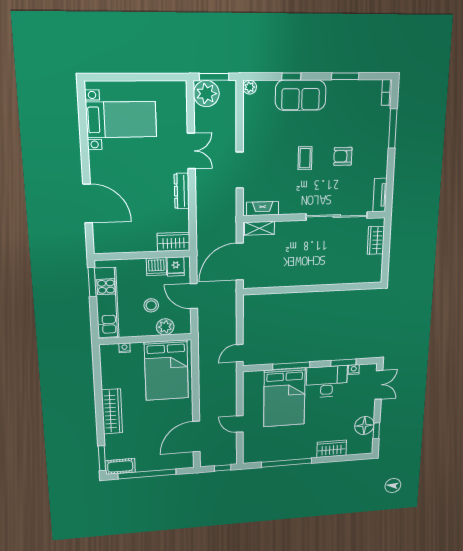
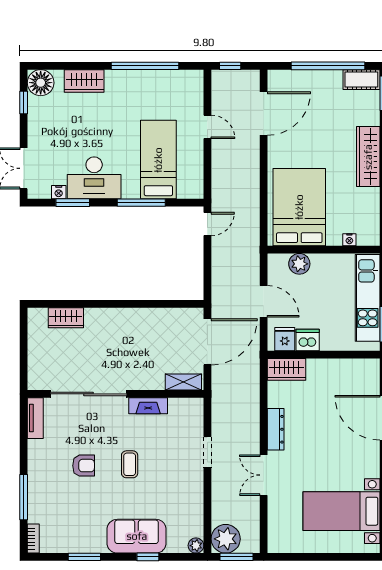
plant: (206, 94) -> (226, 539), moved
doorway: (240, 170) -> (207, 452), width x0.73
fireplace: (263, 209) -> (148, 406), moved
wardrobe: (376, 240) -> (66, 318), moved, turned 90
stool: (151, 305) -> (315, 292), removed
bed: (284, 398) -> (158, 160), width x0.67
floor lamp: (364, 425) -> (41, 83), moved

